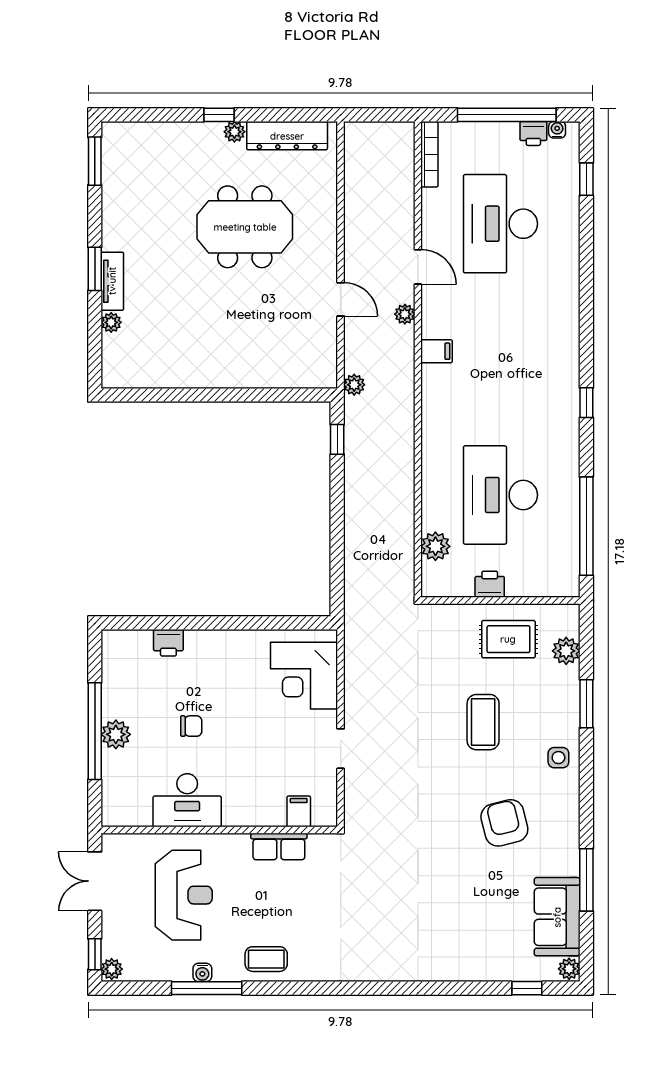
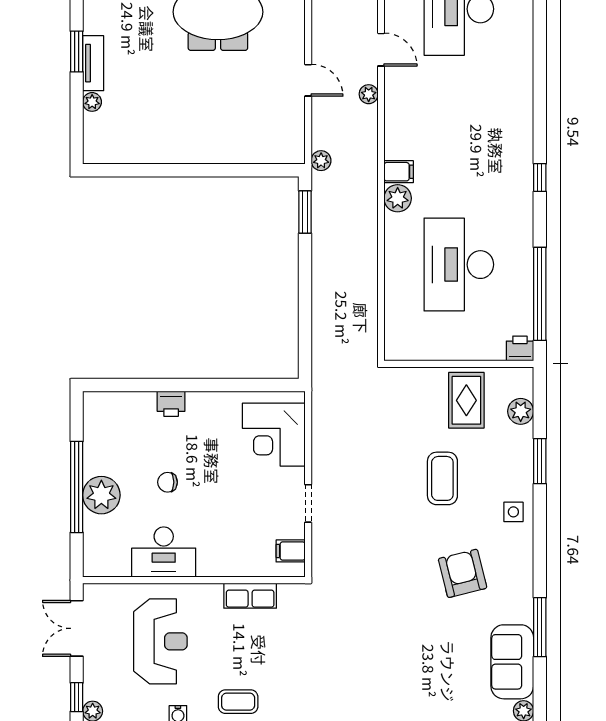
filing cabinet: (437, 351) -> (399, 172), moved
window: (337, 439) -> (305, 212), width x1.50
plant: (435, 546) -> (398, 198), moved
printer: (490, 584) -> (520, 349), moved
rug: (508, 639) -> (466, 400), turned 90
printer: (168, 643) -> (171, 404), moved
chair: (191, 726) -> (168, 482), turned 180
plant: (116, 734) -> (101, 495), width x1.36, depth x1.36
filing cabinet: (299, 811) -> (291, 551), moved, turned -90

